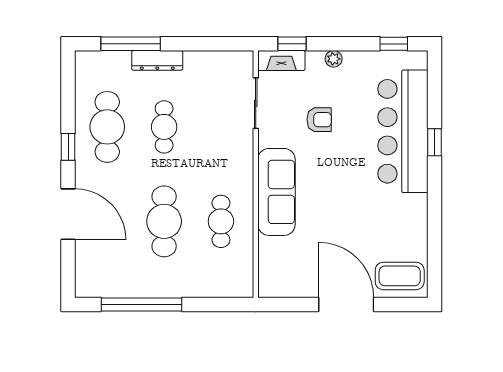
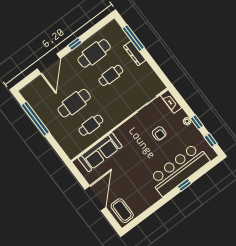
window: (292, 44) -> (197, 122), moved
sofa: (276, 192) -> (100, 152), moved

